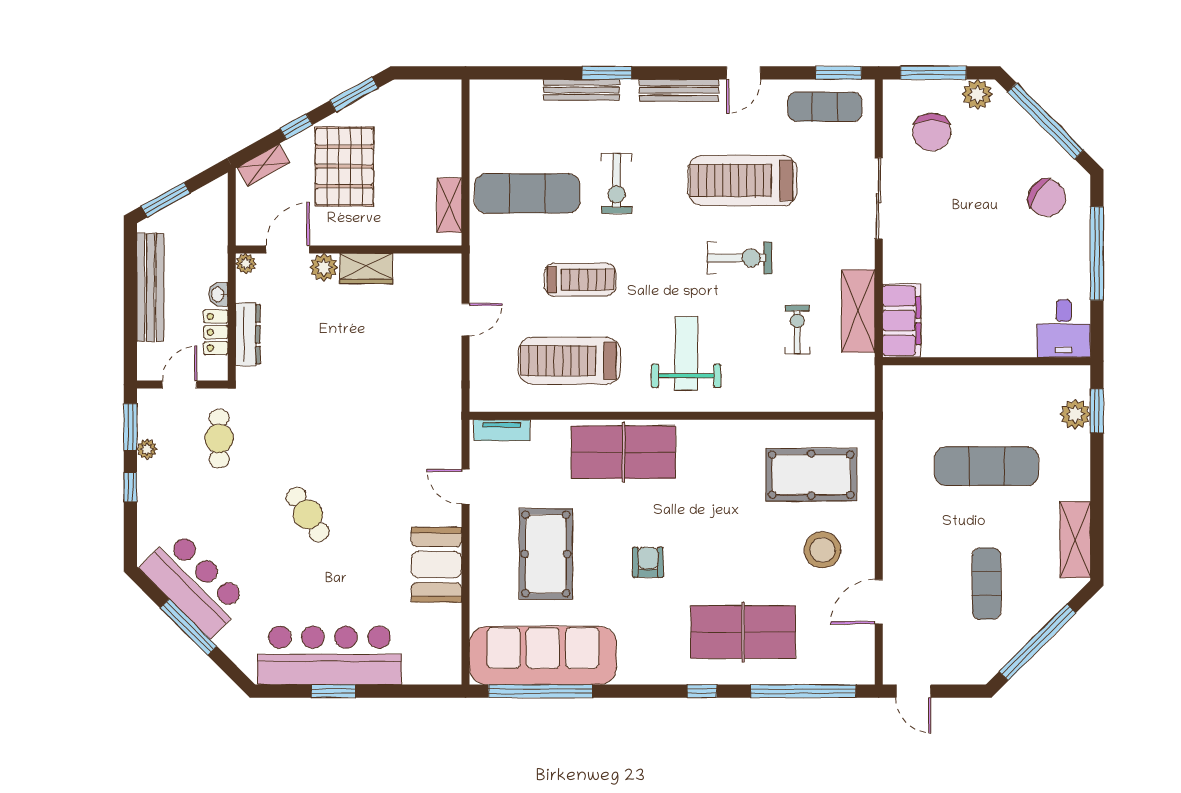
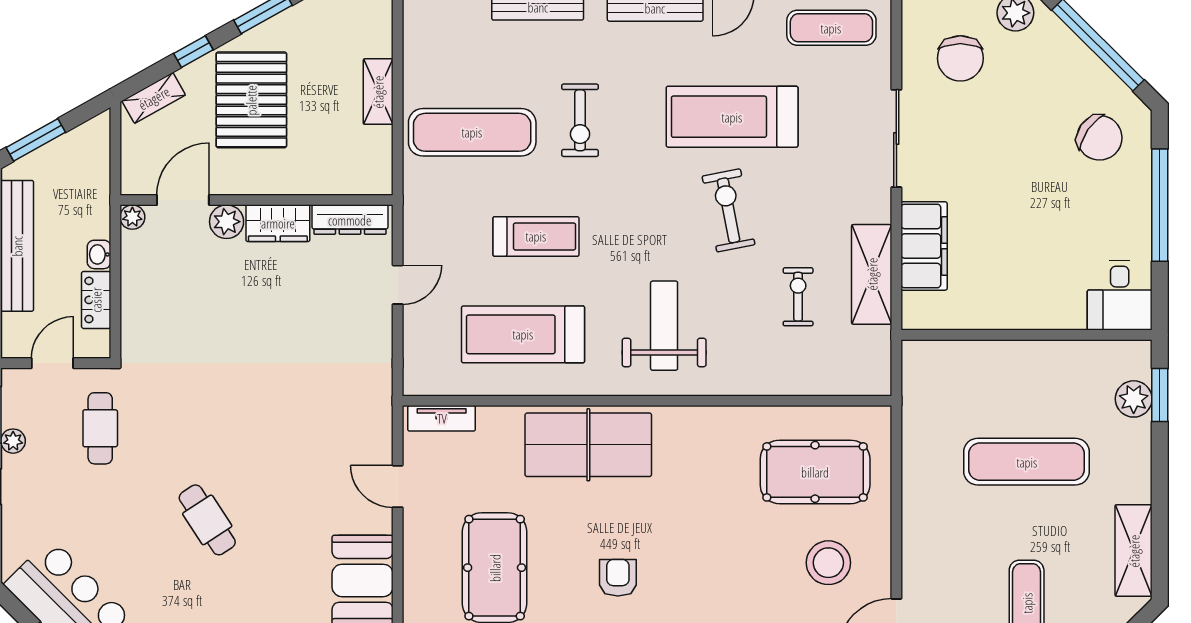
shelving: (449, 205) -> (378, 92), moved
exercise bike: (740, 258) -> (729, 210), turned -101
filing cabinet: (902, 321) -> (924, 246), moved
dresser: (248, 334) -> (350, 220), moved, turned 90

